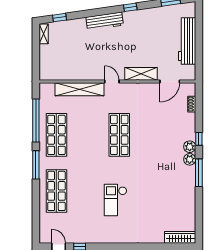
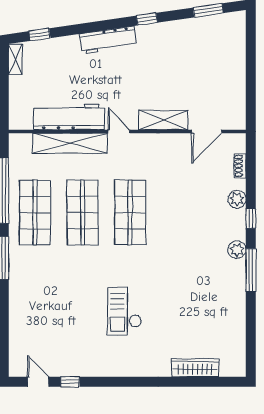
workbench: (187, 41) -> (69, 117), moved, turned 90
plant: (190, 147) -> (237, 199), moved
shop shelf: (56, 191) -> (83, 213), moved
wardrobe: (180, 237) -> (195, 368), moved

